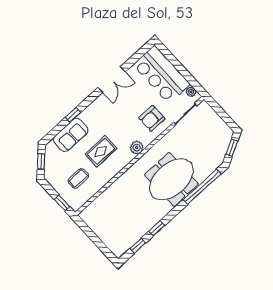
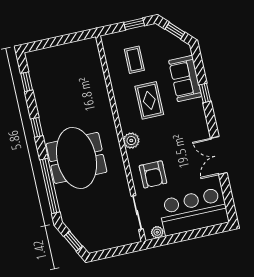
armchair: (152, 118) -> (153, 174), turned 180
window: (62, 203) -> (134, 24), moved
window: (157, 228) -> (37, 127), moved

